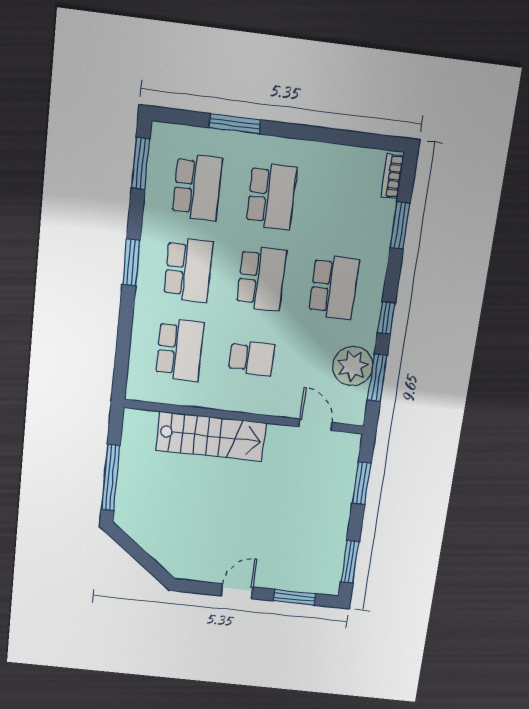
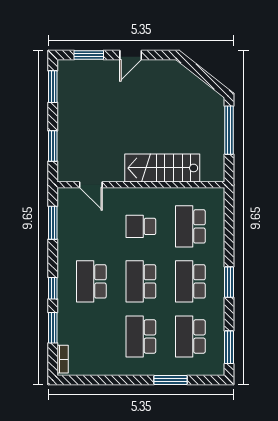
window: (386, 318) -> (53, 288), moved
plant: (353, 366) -> (71, 229), removed

